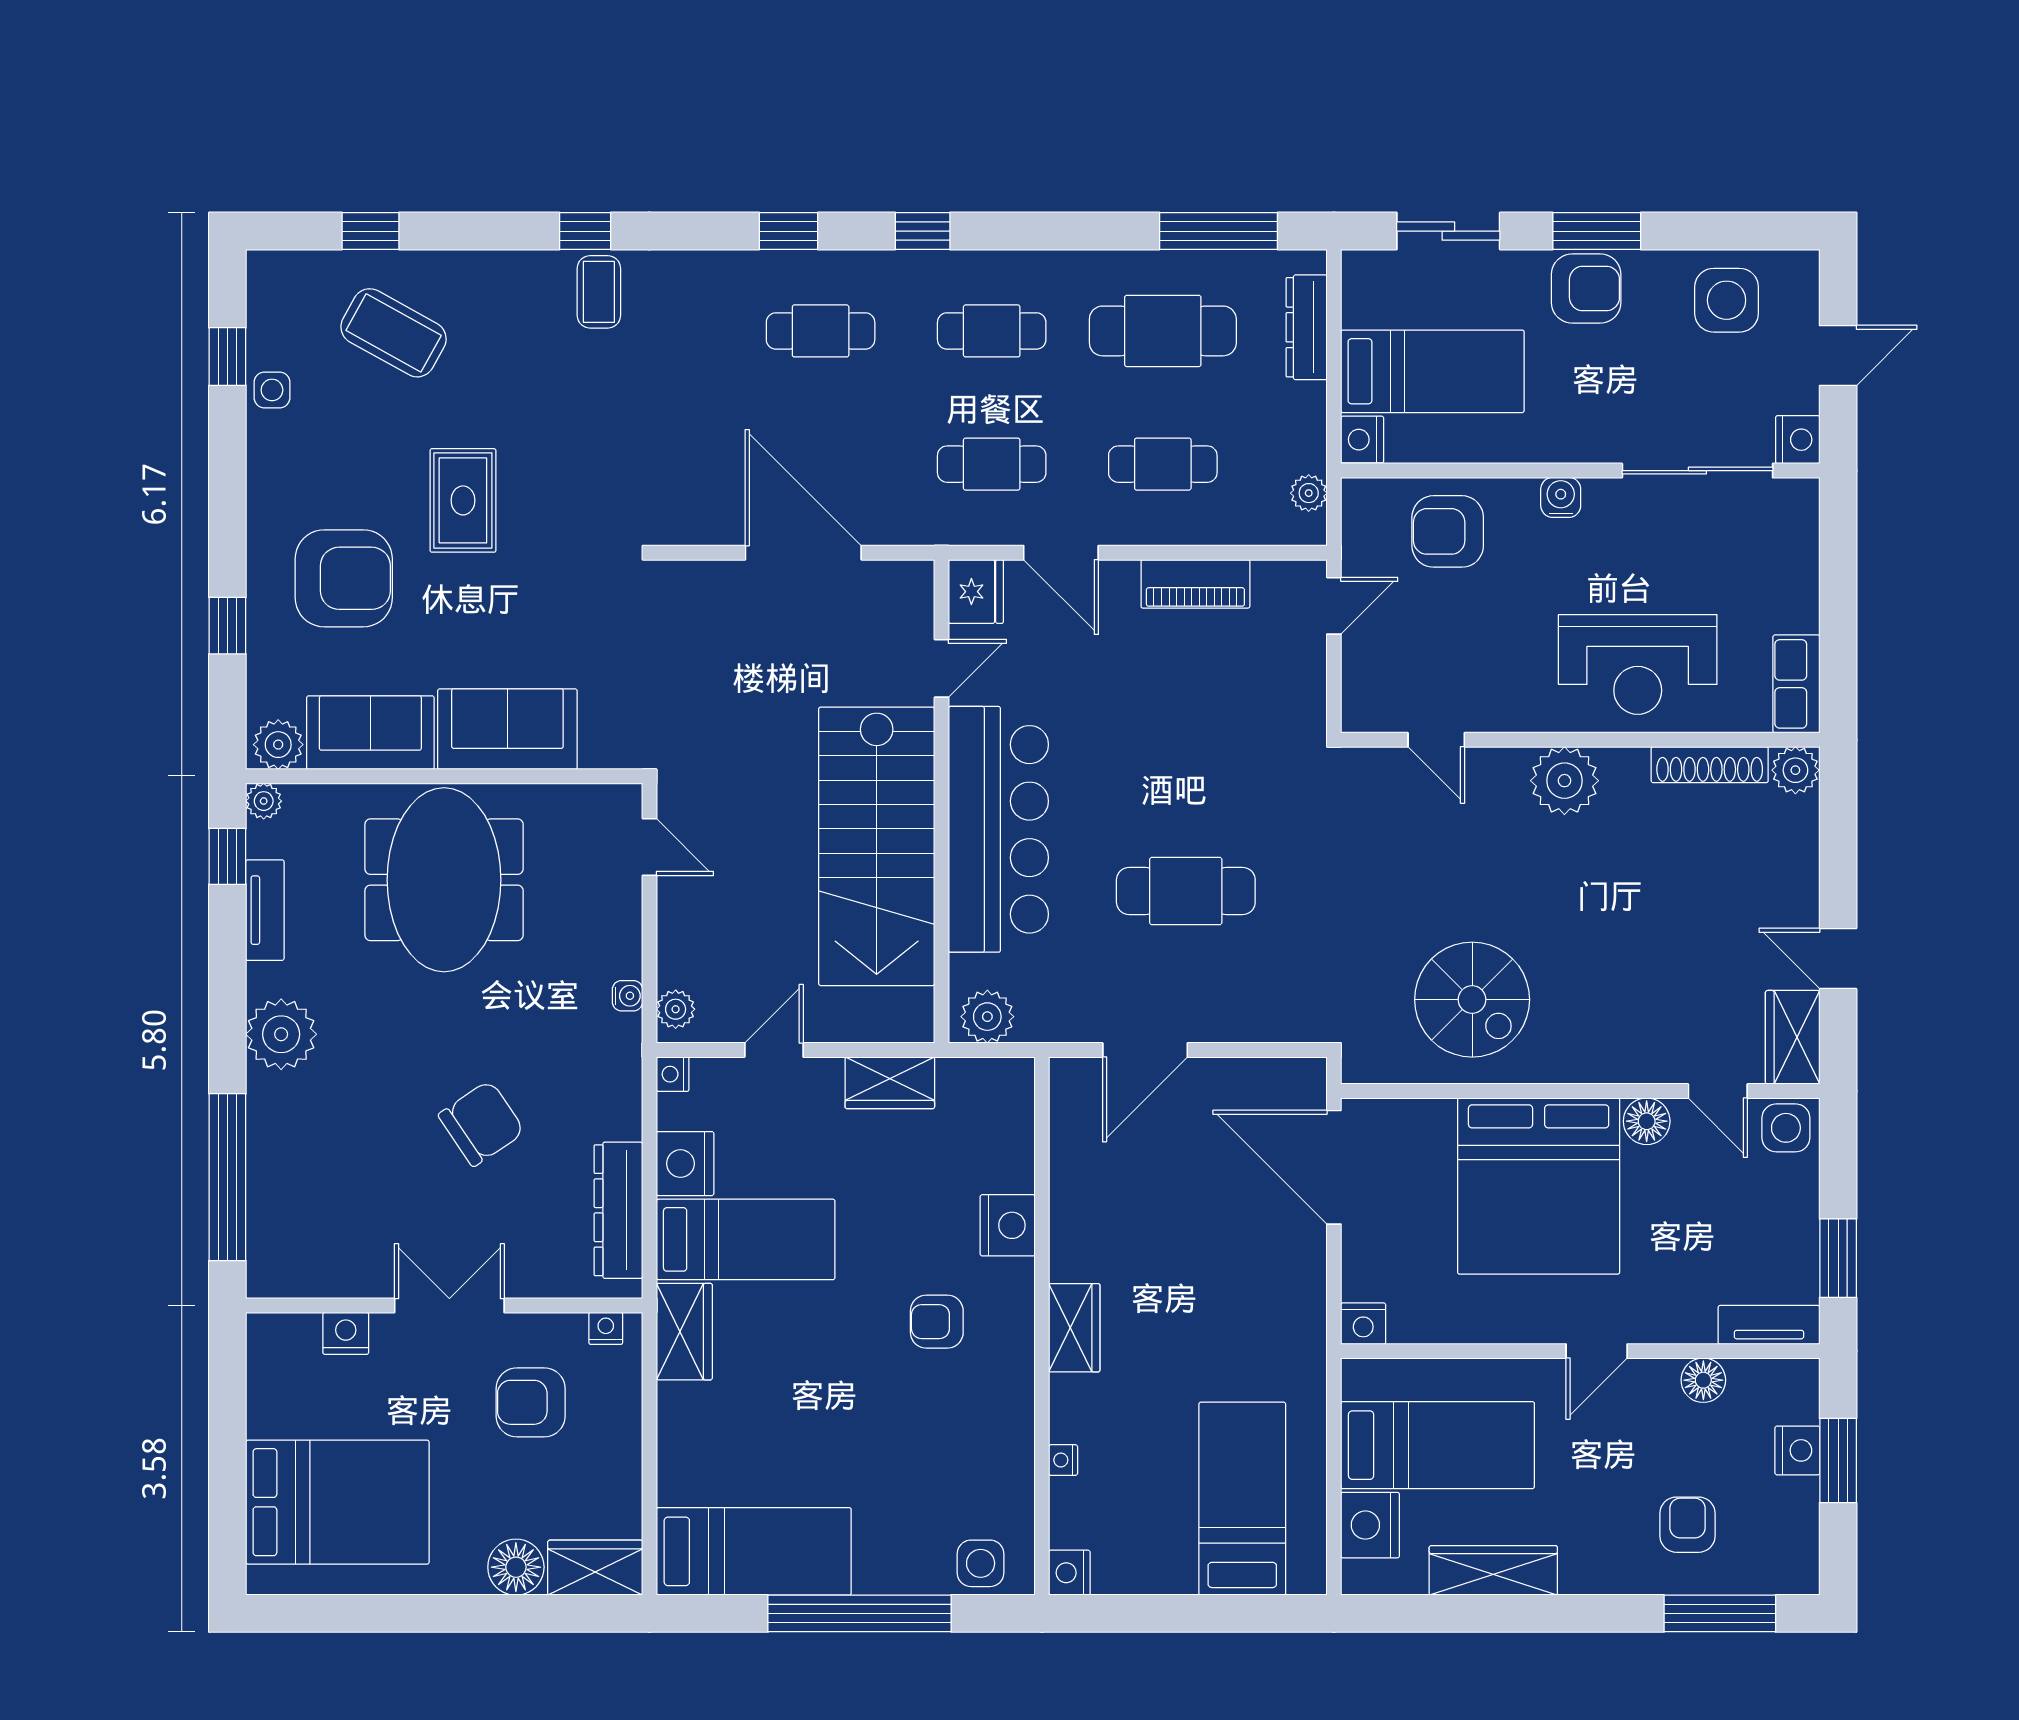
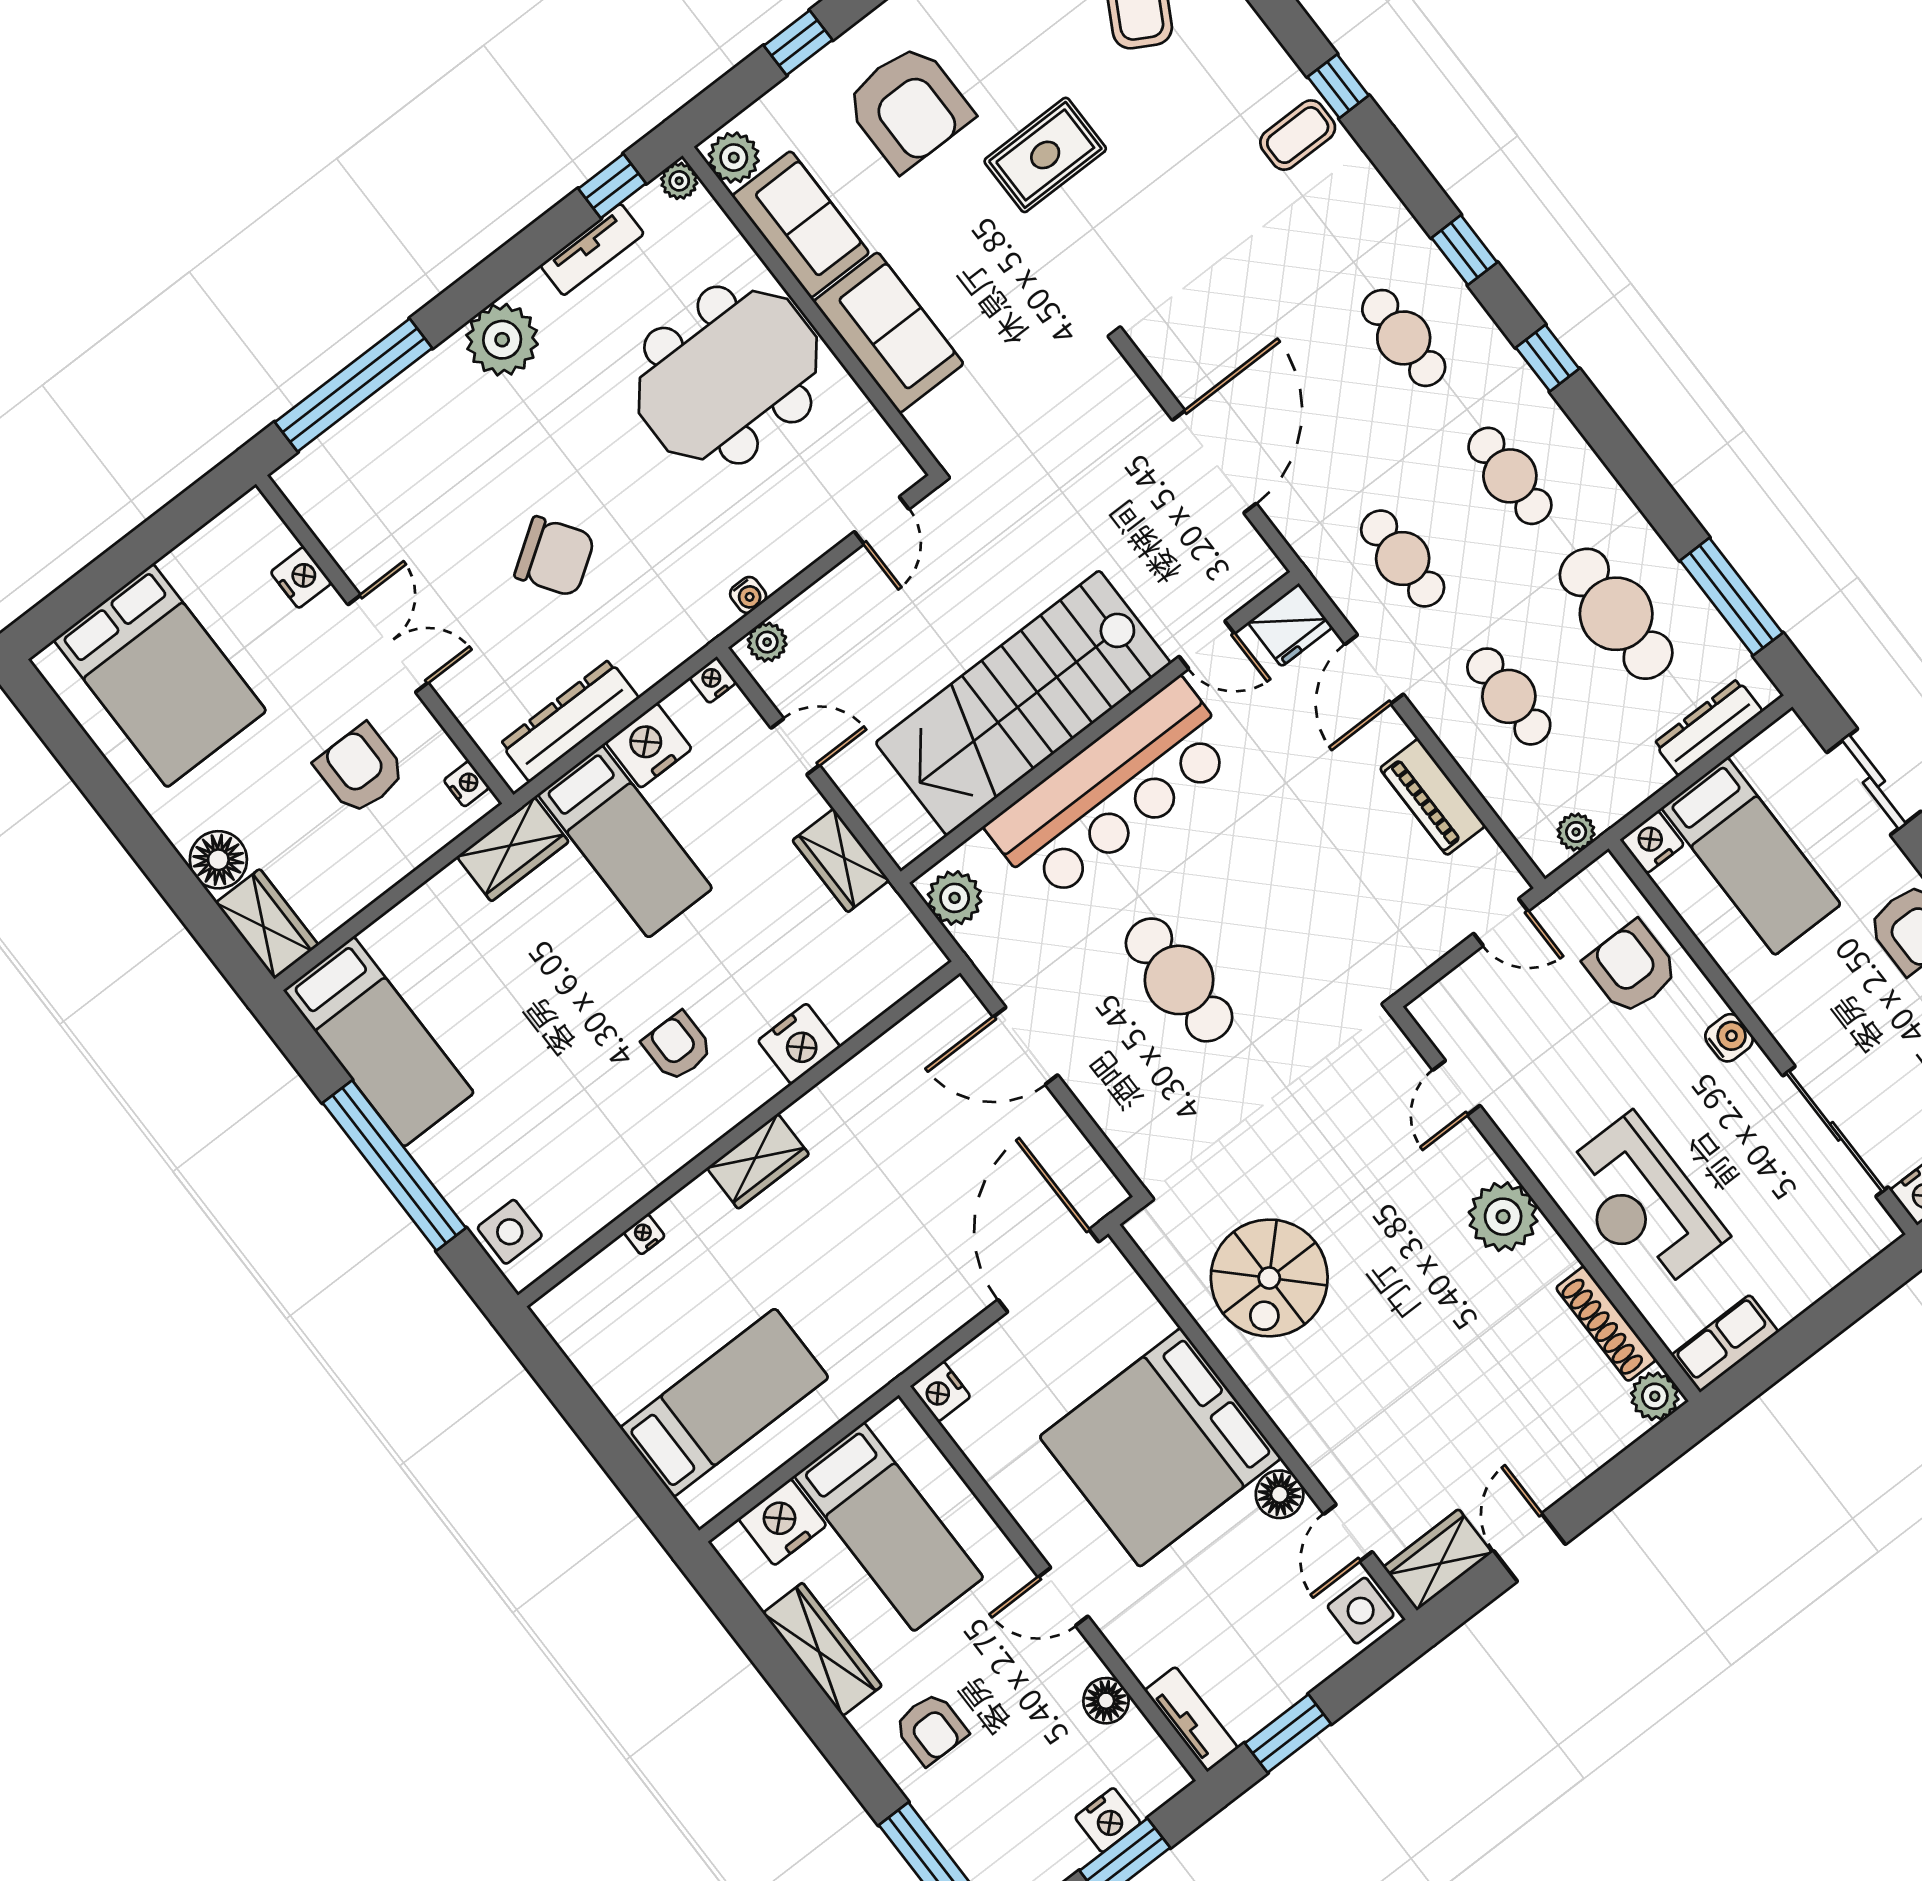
armchair: (1688, 1525) -> (931, 1729), moved, turned 90
nightstand: (1069, 1573) -> (557, 1309), removed

